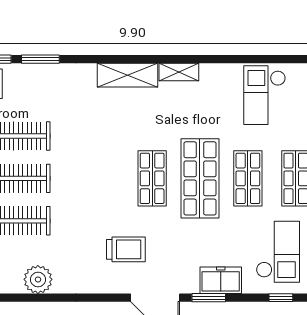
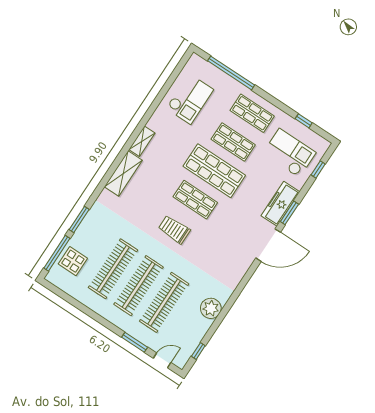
checkout: (265, 95) -> (190, 99), turned -90
trolley: (126, 249) -> (174, 230), moved, turned -90
freezer: (221, 280) -> (280, 204), width x1.40

